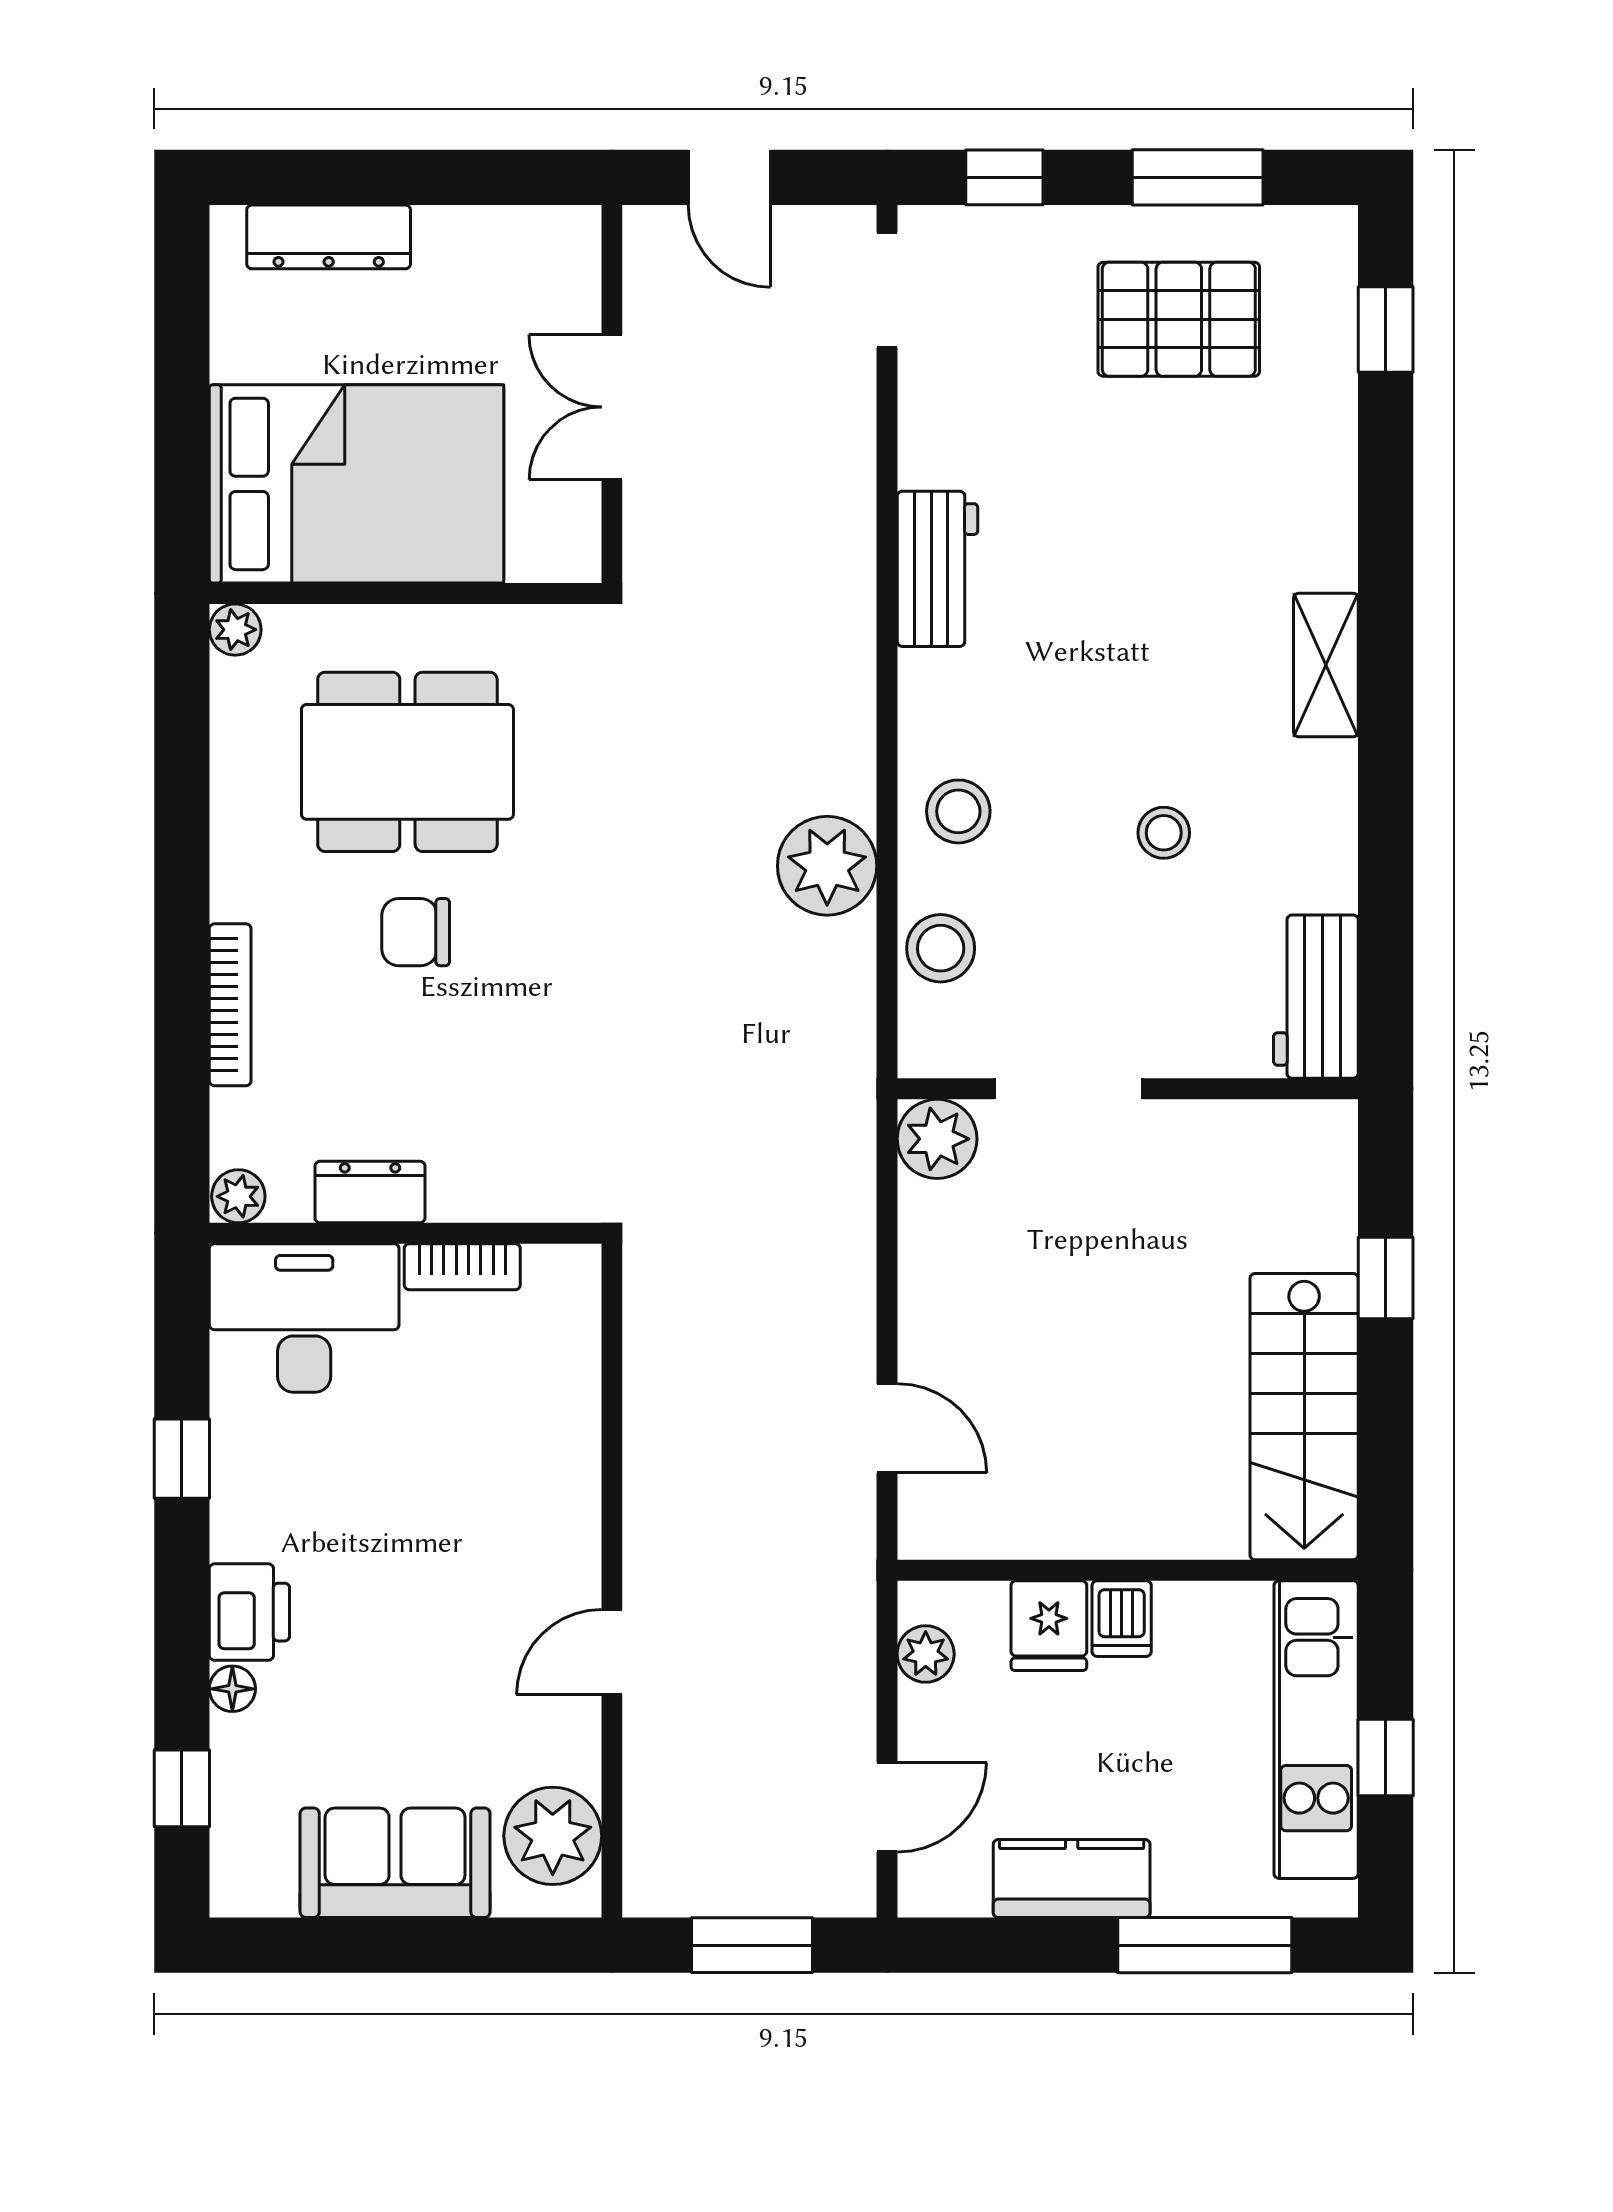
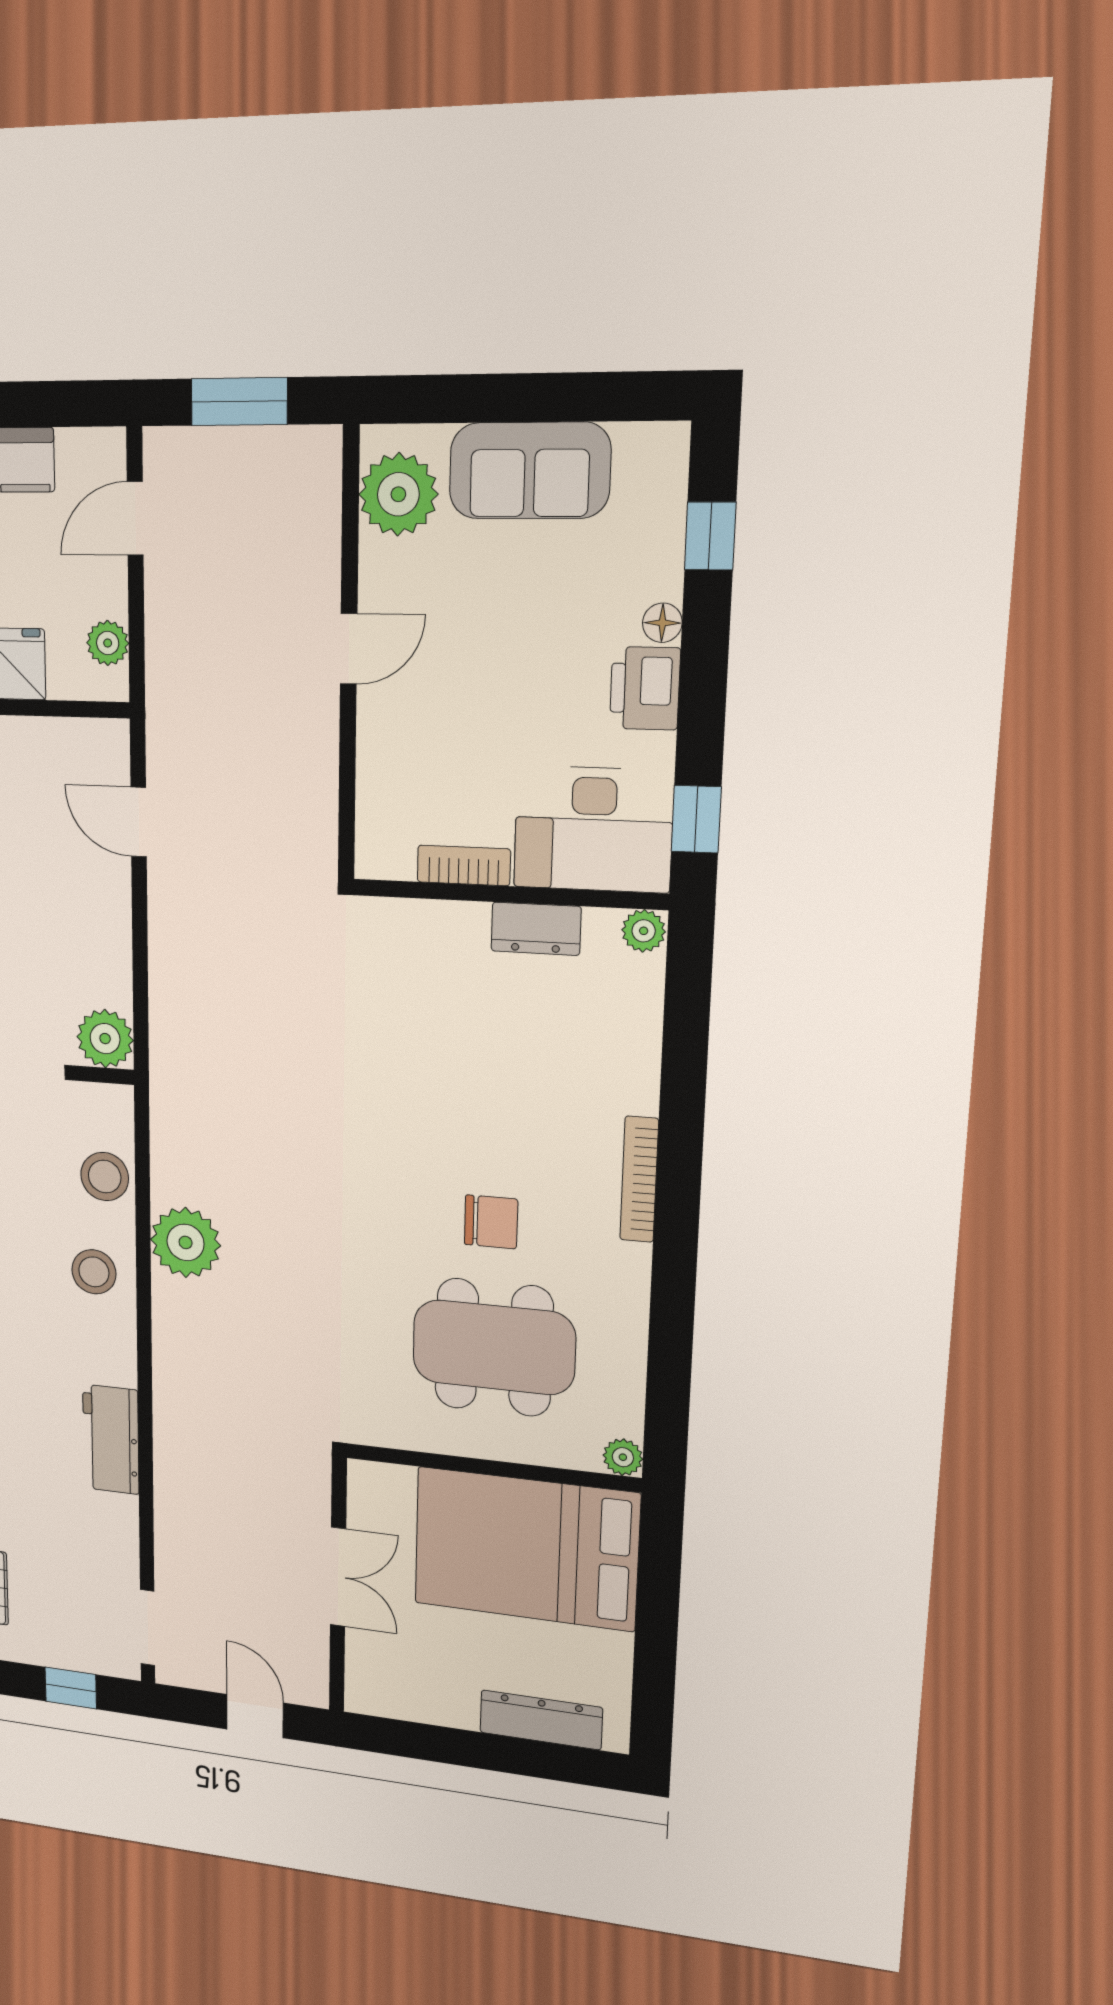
dresser: (370, 1192) -> (536, 929), moved
plant: (238, 1196) -> (644, 931), moved
wall: (405, 1233) -> (508, 894), moved
bookcase: (462, 1267) -> (464, 865), moved
desk: (304, 1318) -> (593, 829), moved

